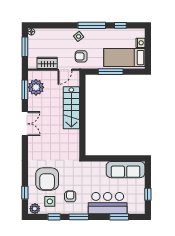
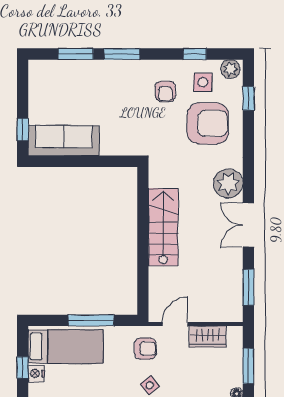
window: (148, 46) -> (23, 368), added
plant: (36, 87) -> (228, 183), moved
stairs: (71, 108) -> (163, 227), moved
armchair: (47, 179) -> (208, 123), turned 90
window: (148, 194) -> (23, 129), moved
bar counter: (108, 203) -> (96, 79), removed
window: (79, 217) -> (122, 54), moved

